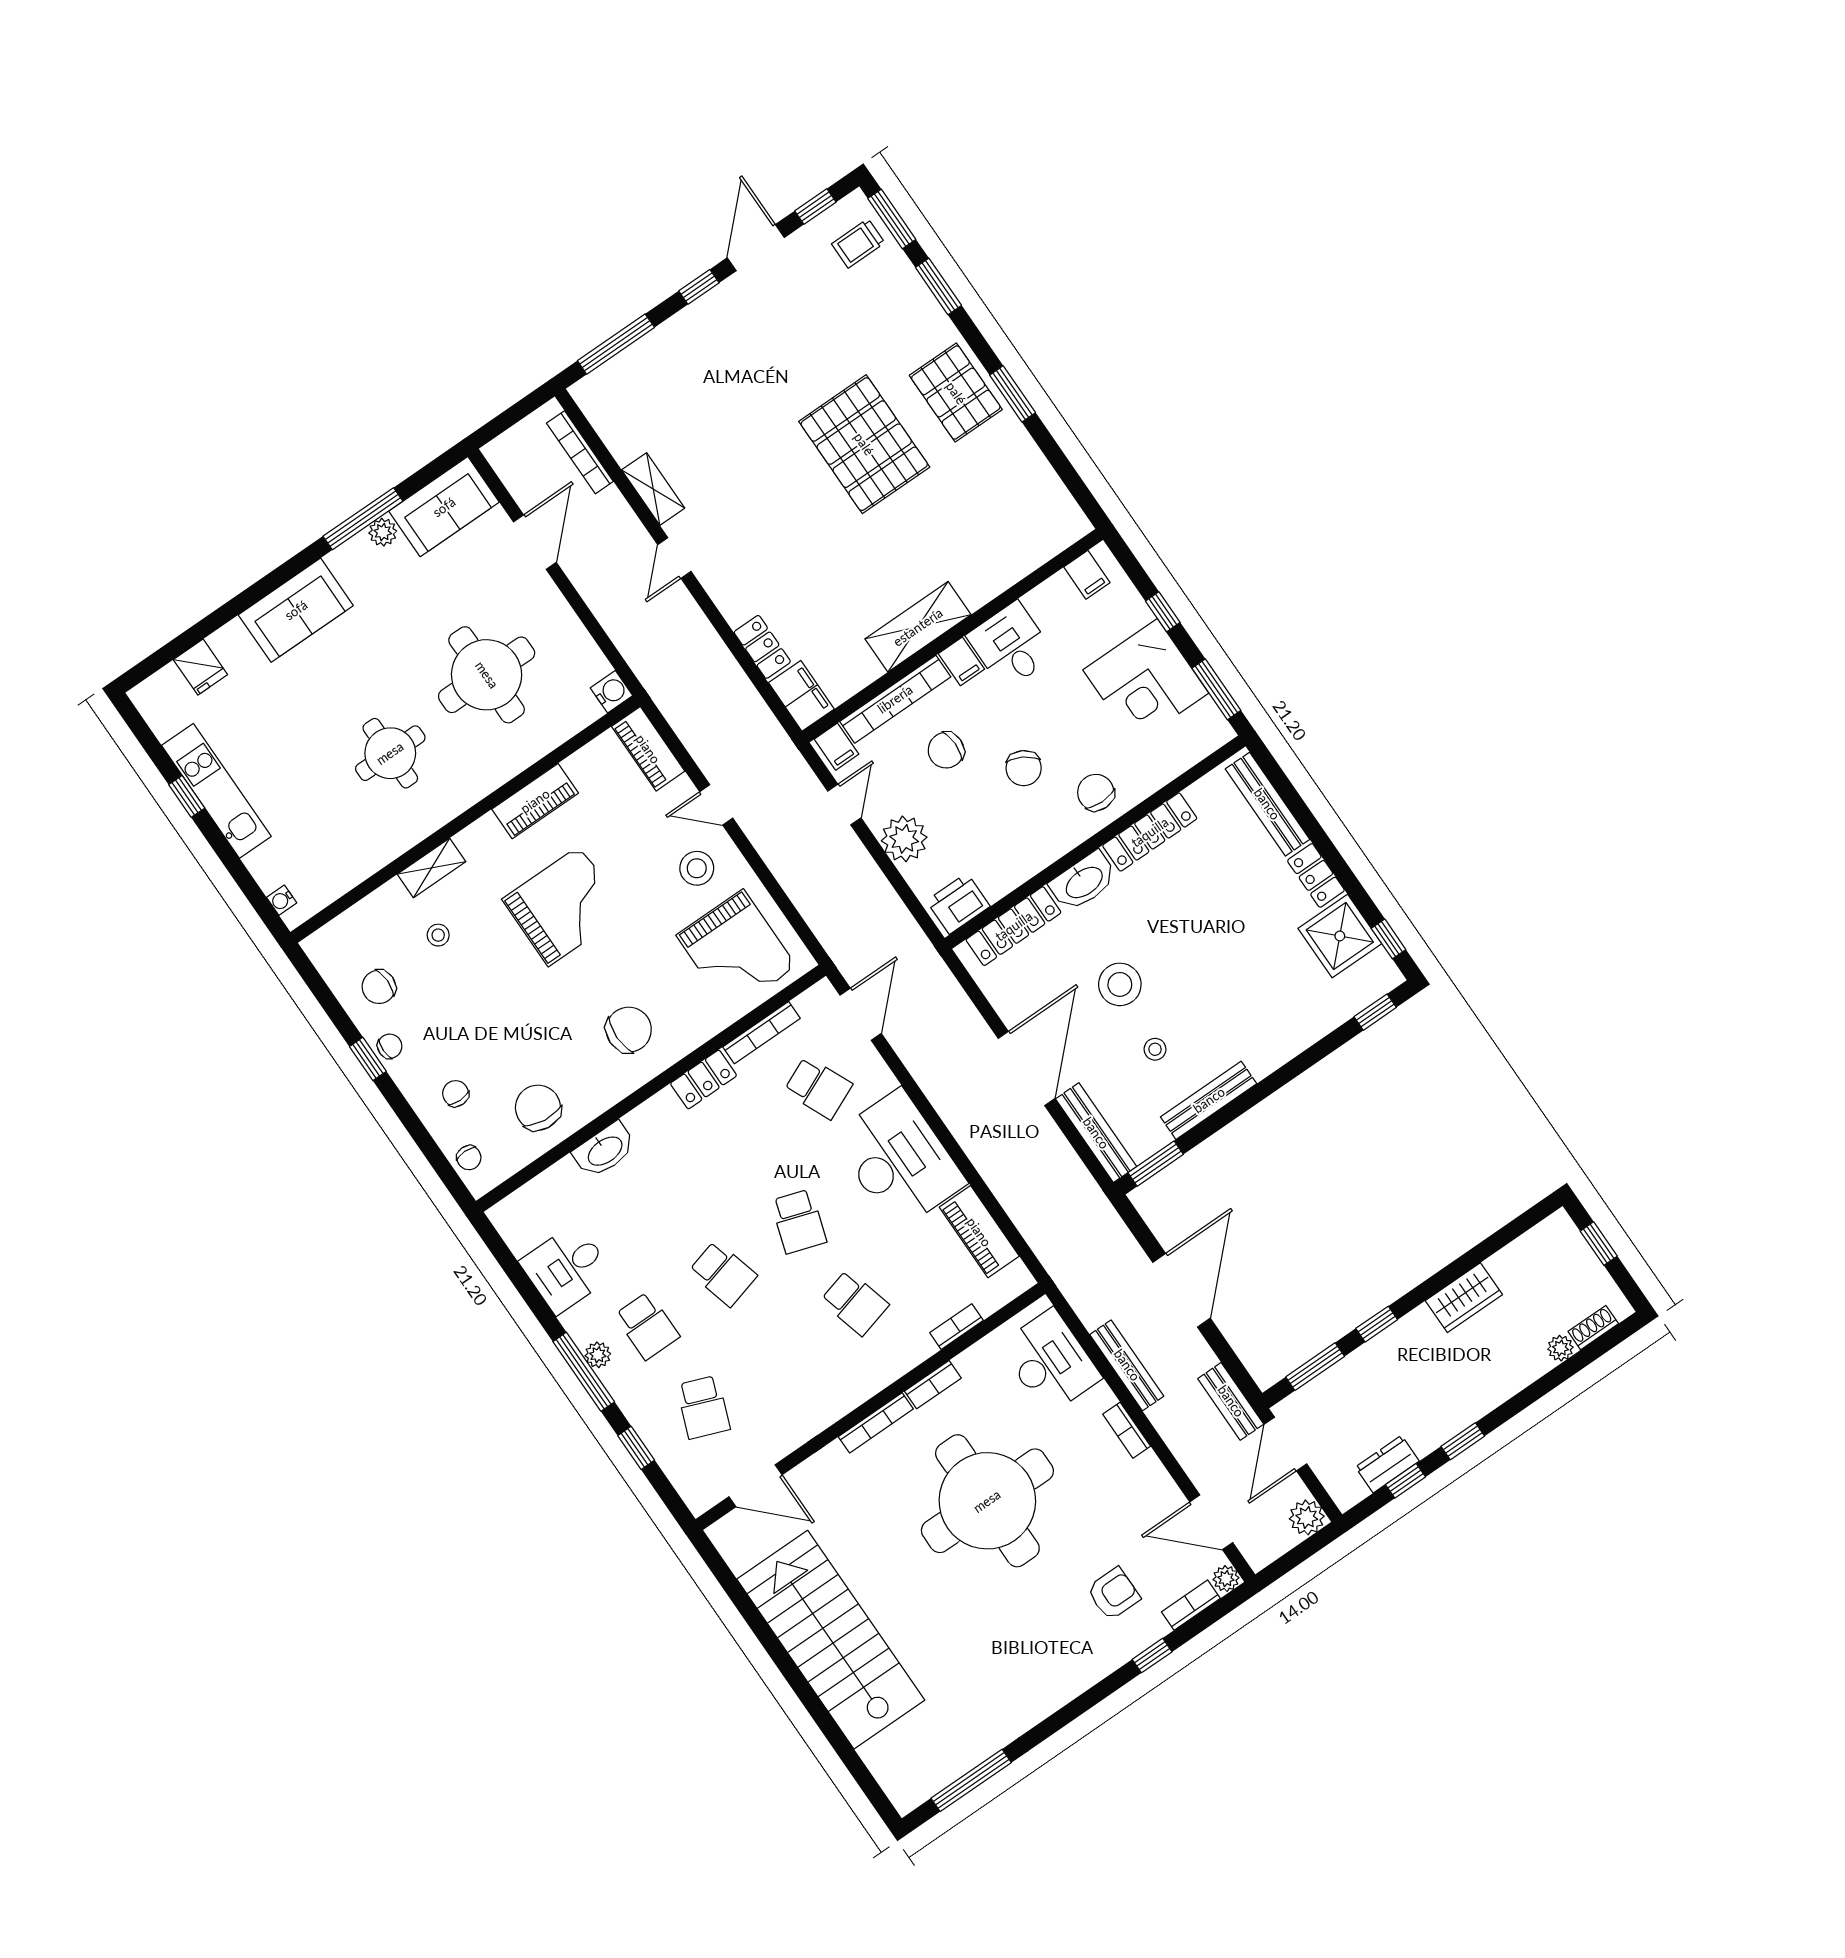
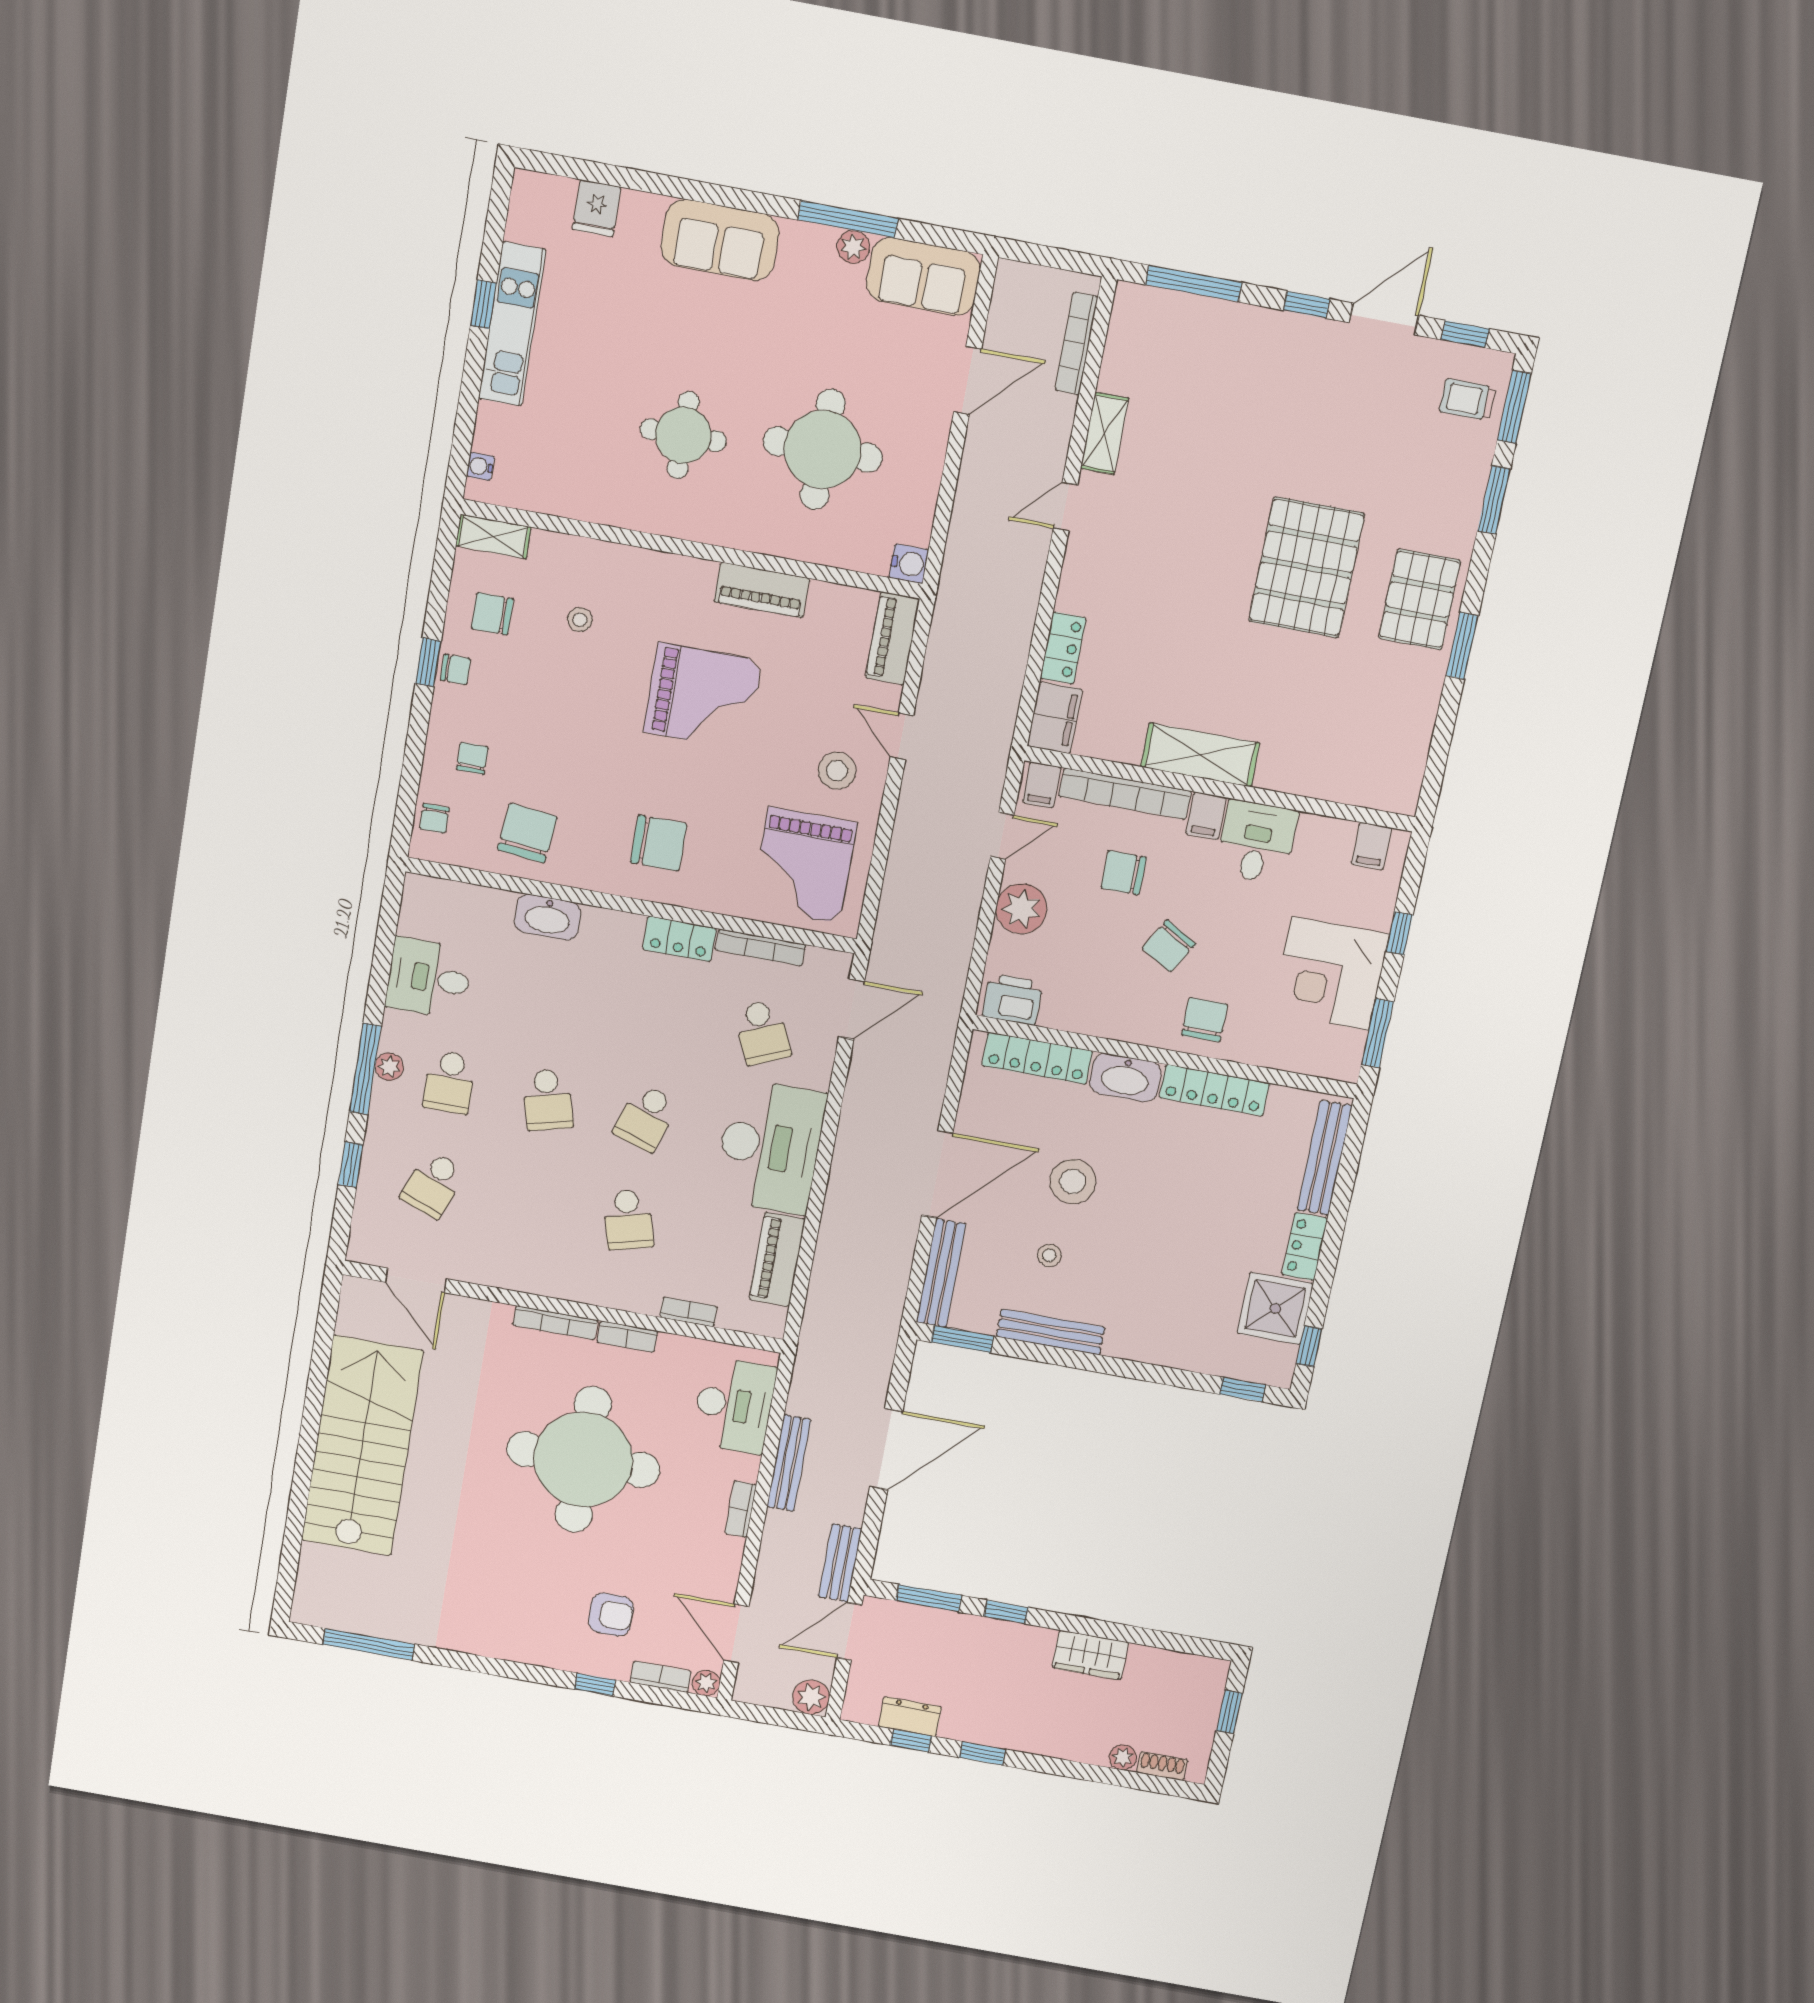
shelving: (432, 868) -> (493, 536), moved

